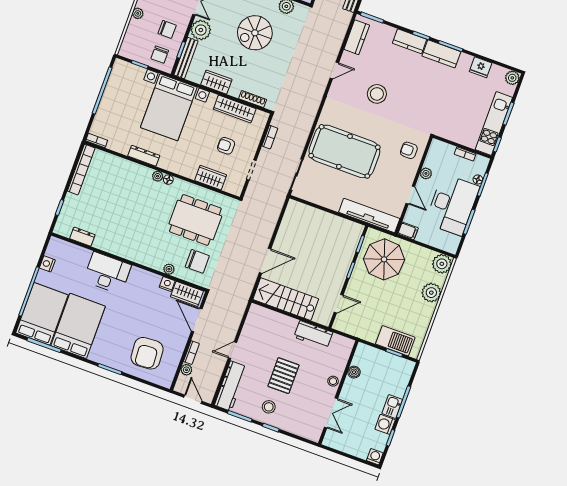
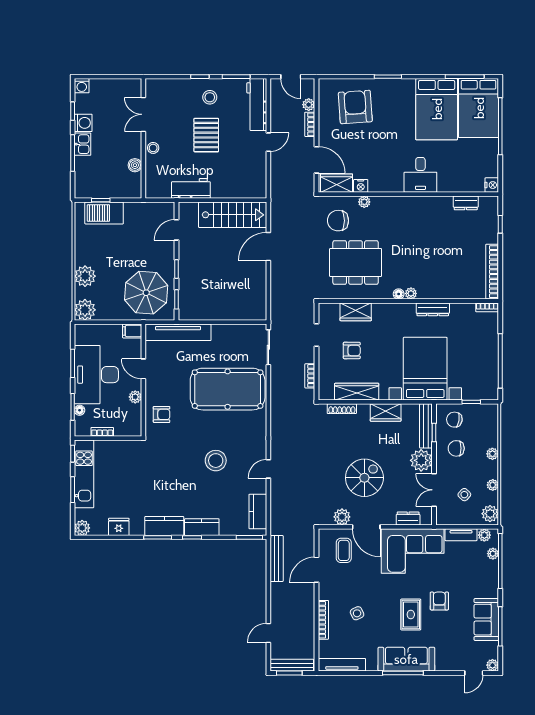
chair: (160, 55) -> (454, 420), turned -80
nightstand: (47, 264) -> (492, 185), moved
desk: (107, 273) -> (420, 175), width x0.73

